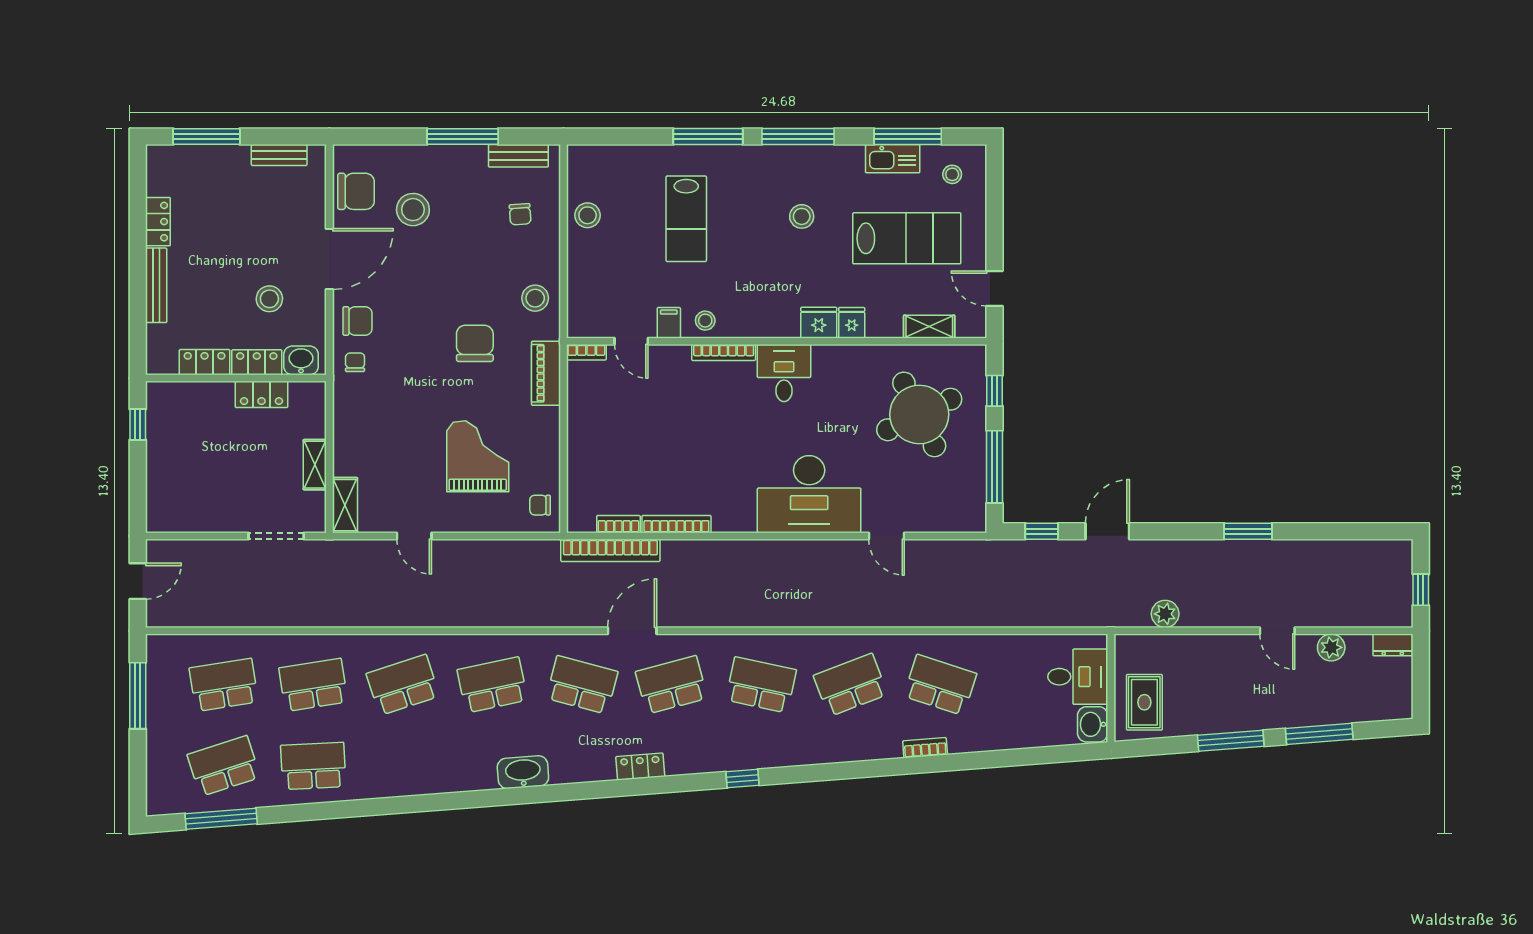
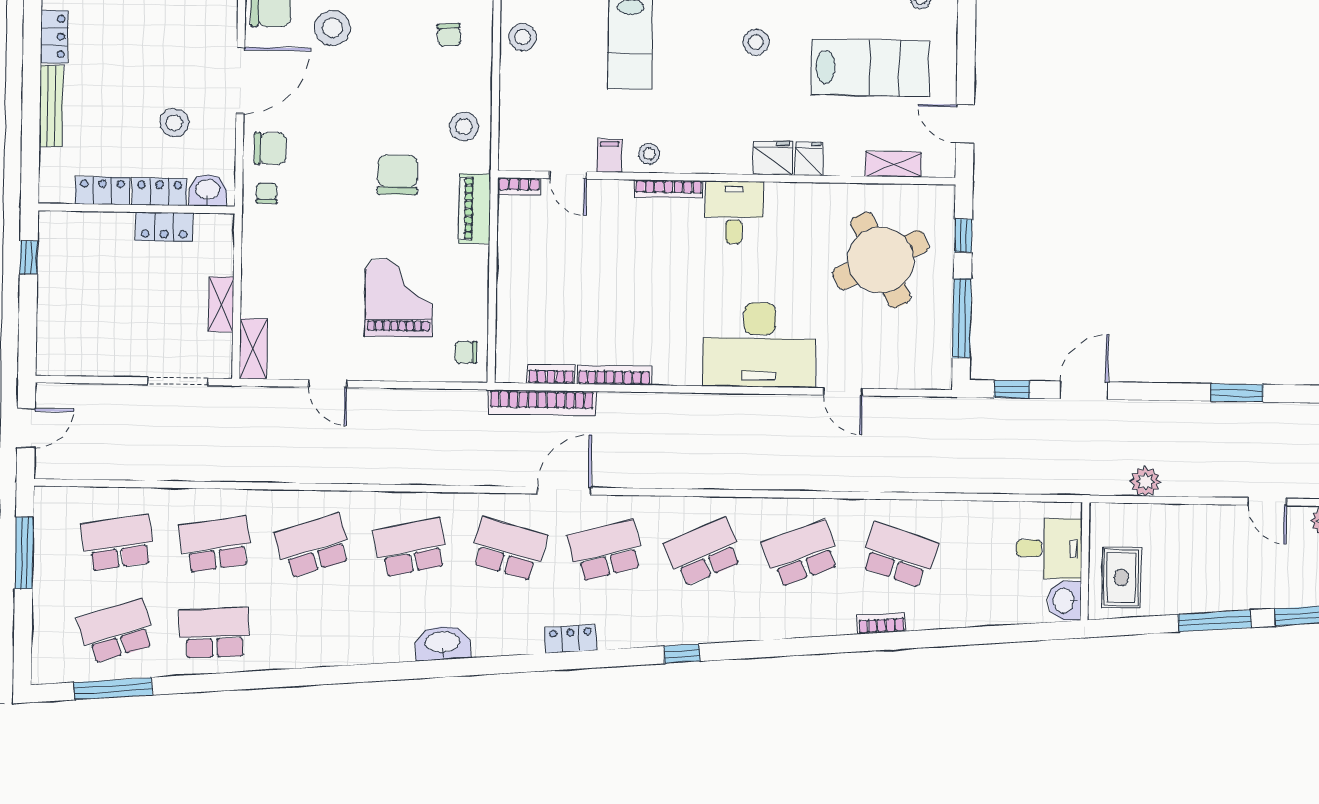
school desk: (761, 685) -> (704, 552), turned -36

